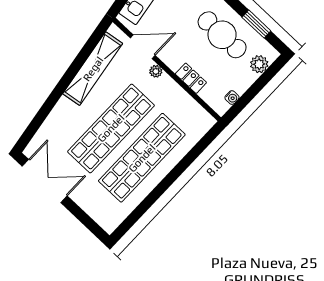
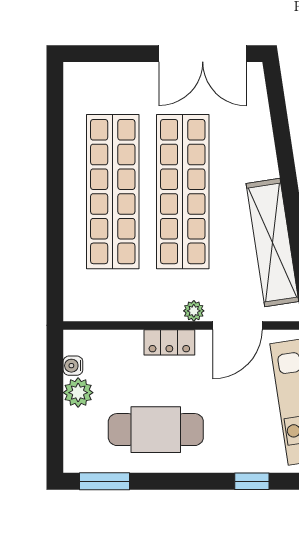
window: (256, 24) -> (104, 481), moved
plant: (259, 64) -> (78, 393), moved
locker: (191, 78) -> (169, 342), moved

